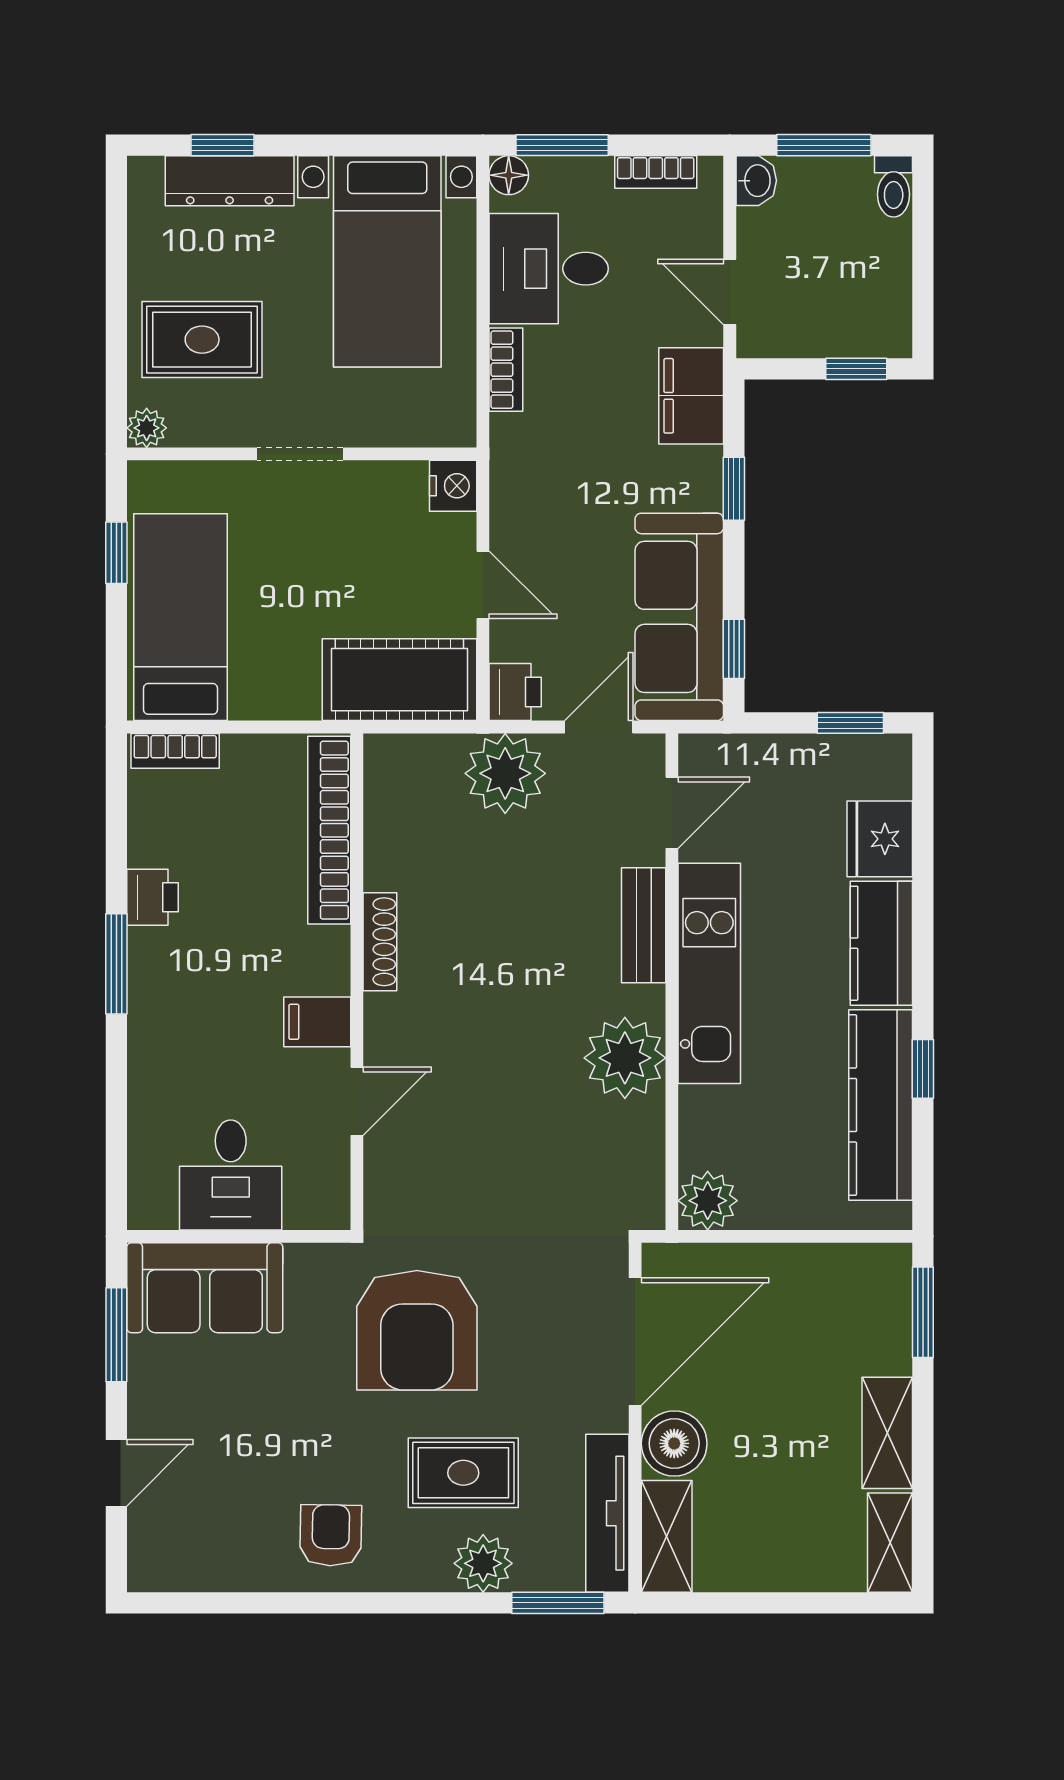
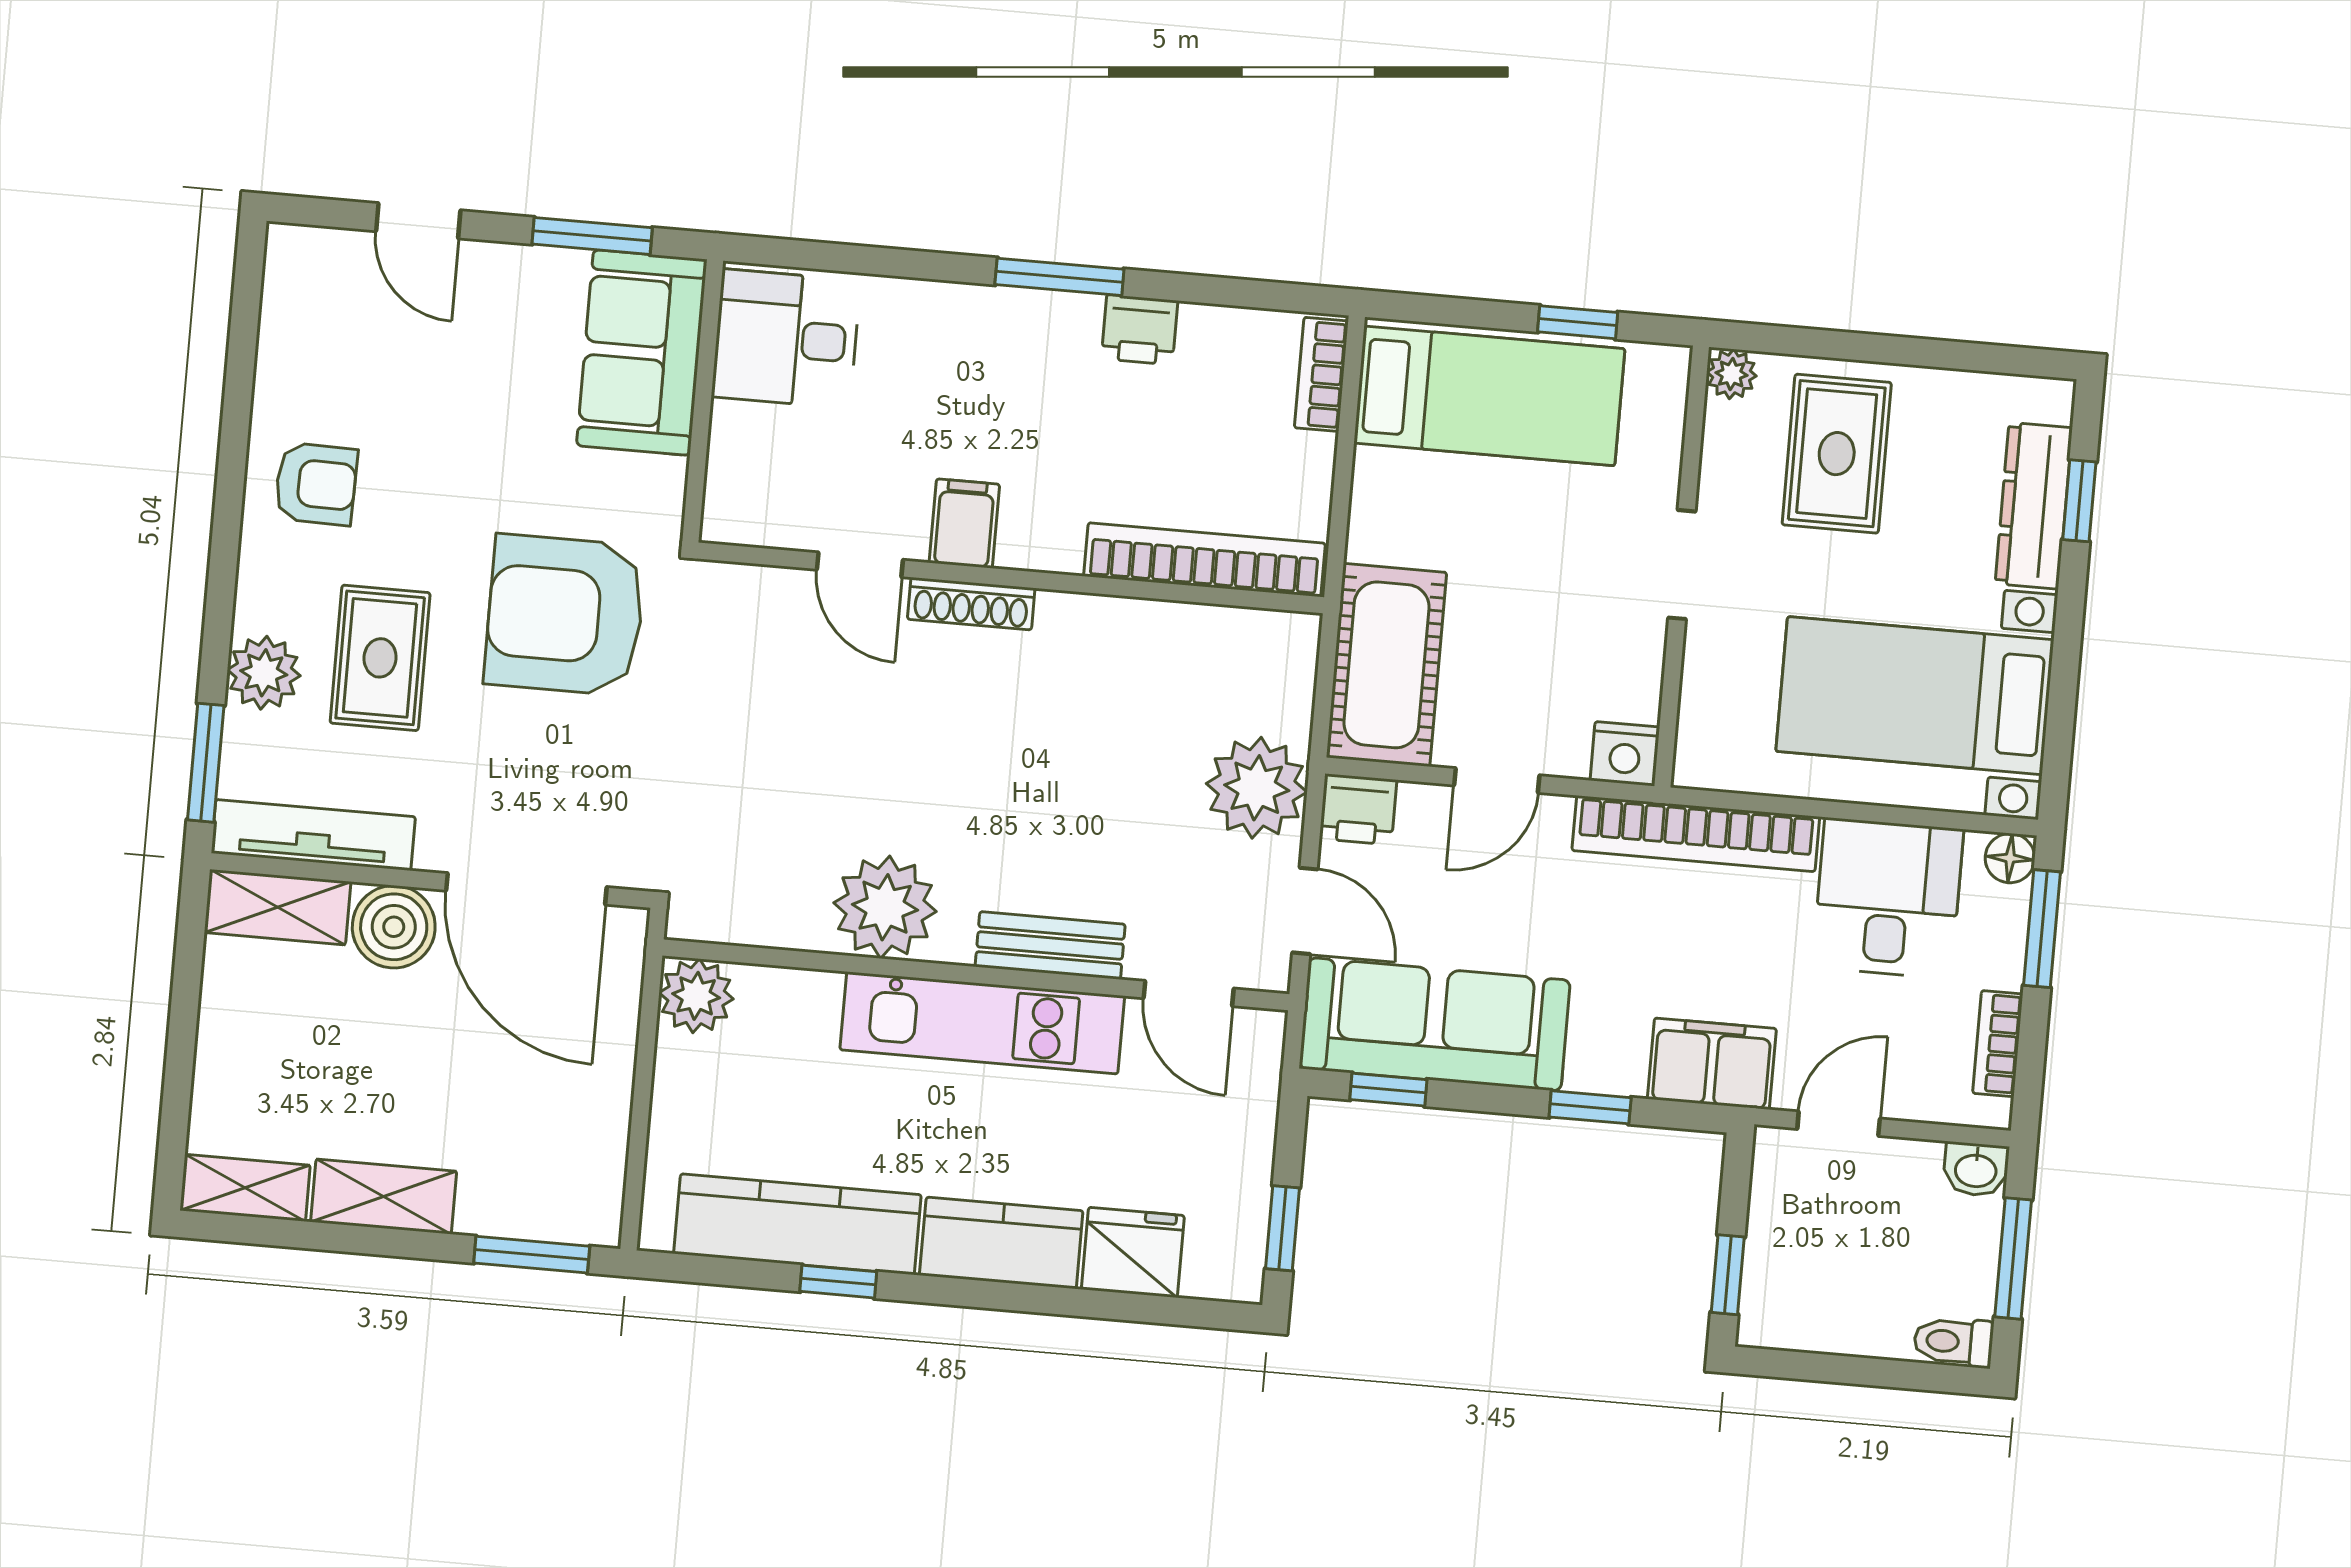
bookcase: (506, 370) -> (1696, 834), width x2.31, depth x1.31
shoe rack: (380, 942) -> (971, 604), moved
desk: (231, 1175) -> (786, 339), moved

